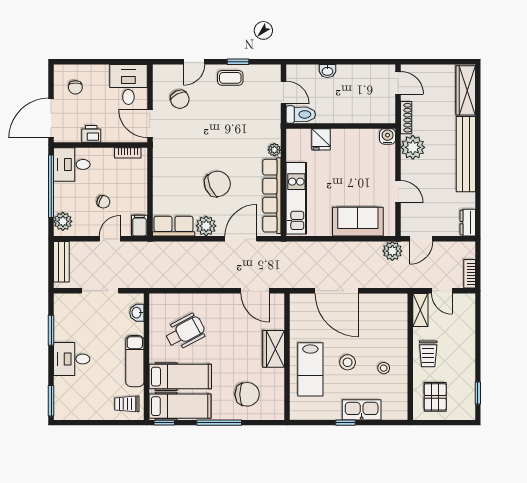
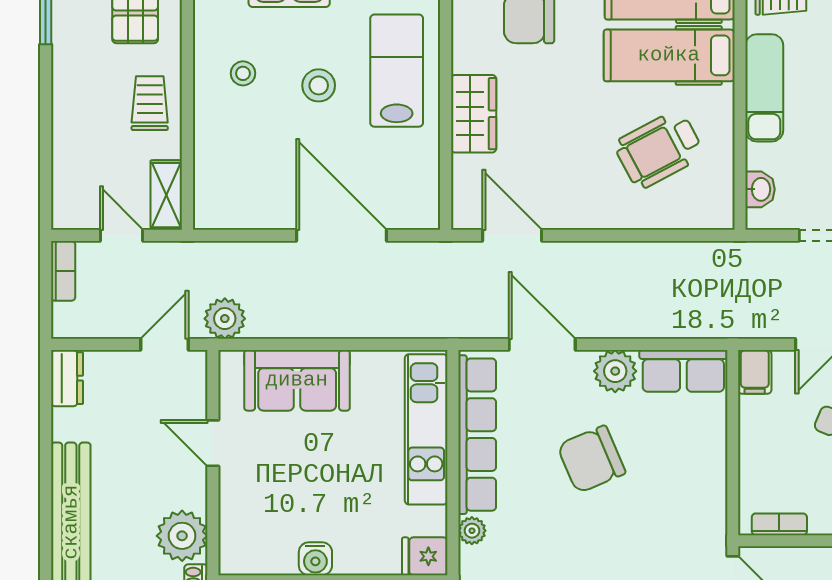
water cooler: (388, 136) -> (315, 559), moved
fridge: (321, 139) -> (425, 556), moved, turned -90
door: (241, 239) -> (542, 344), swing flipped

